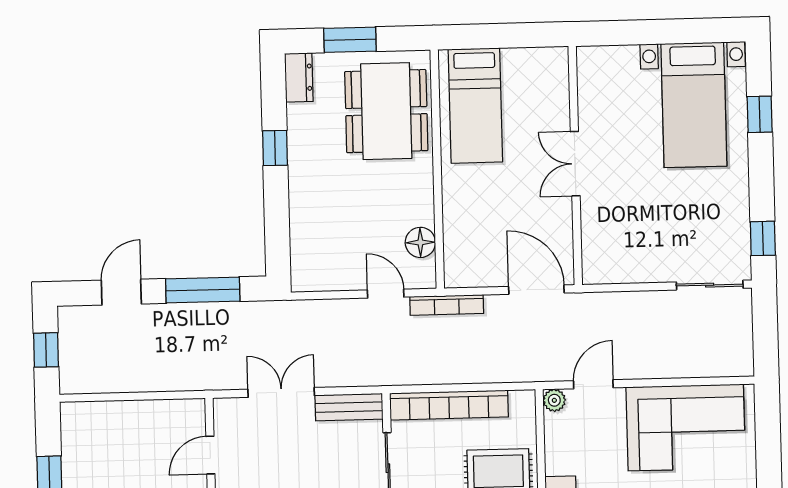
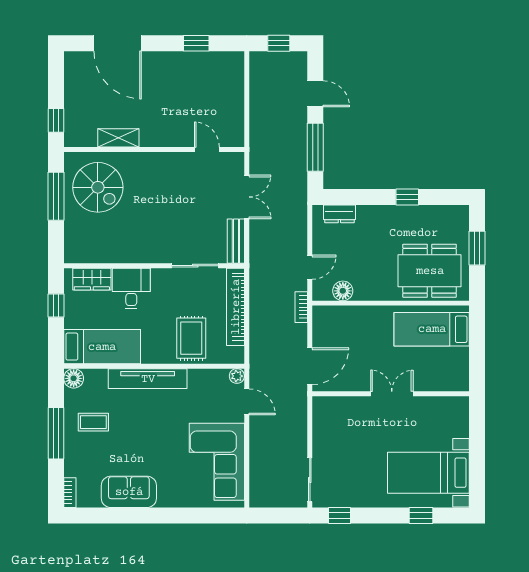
dresser: (299, 77) -> (339, 214), moved
bookcase: (447, 305) -> (301, 307), width x0.64

